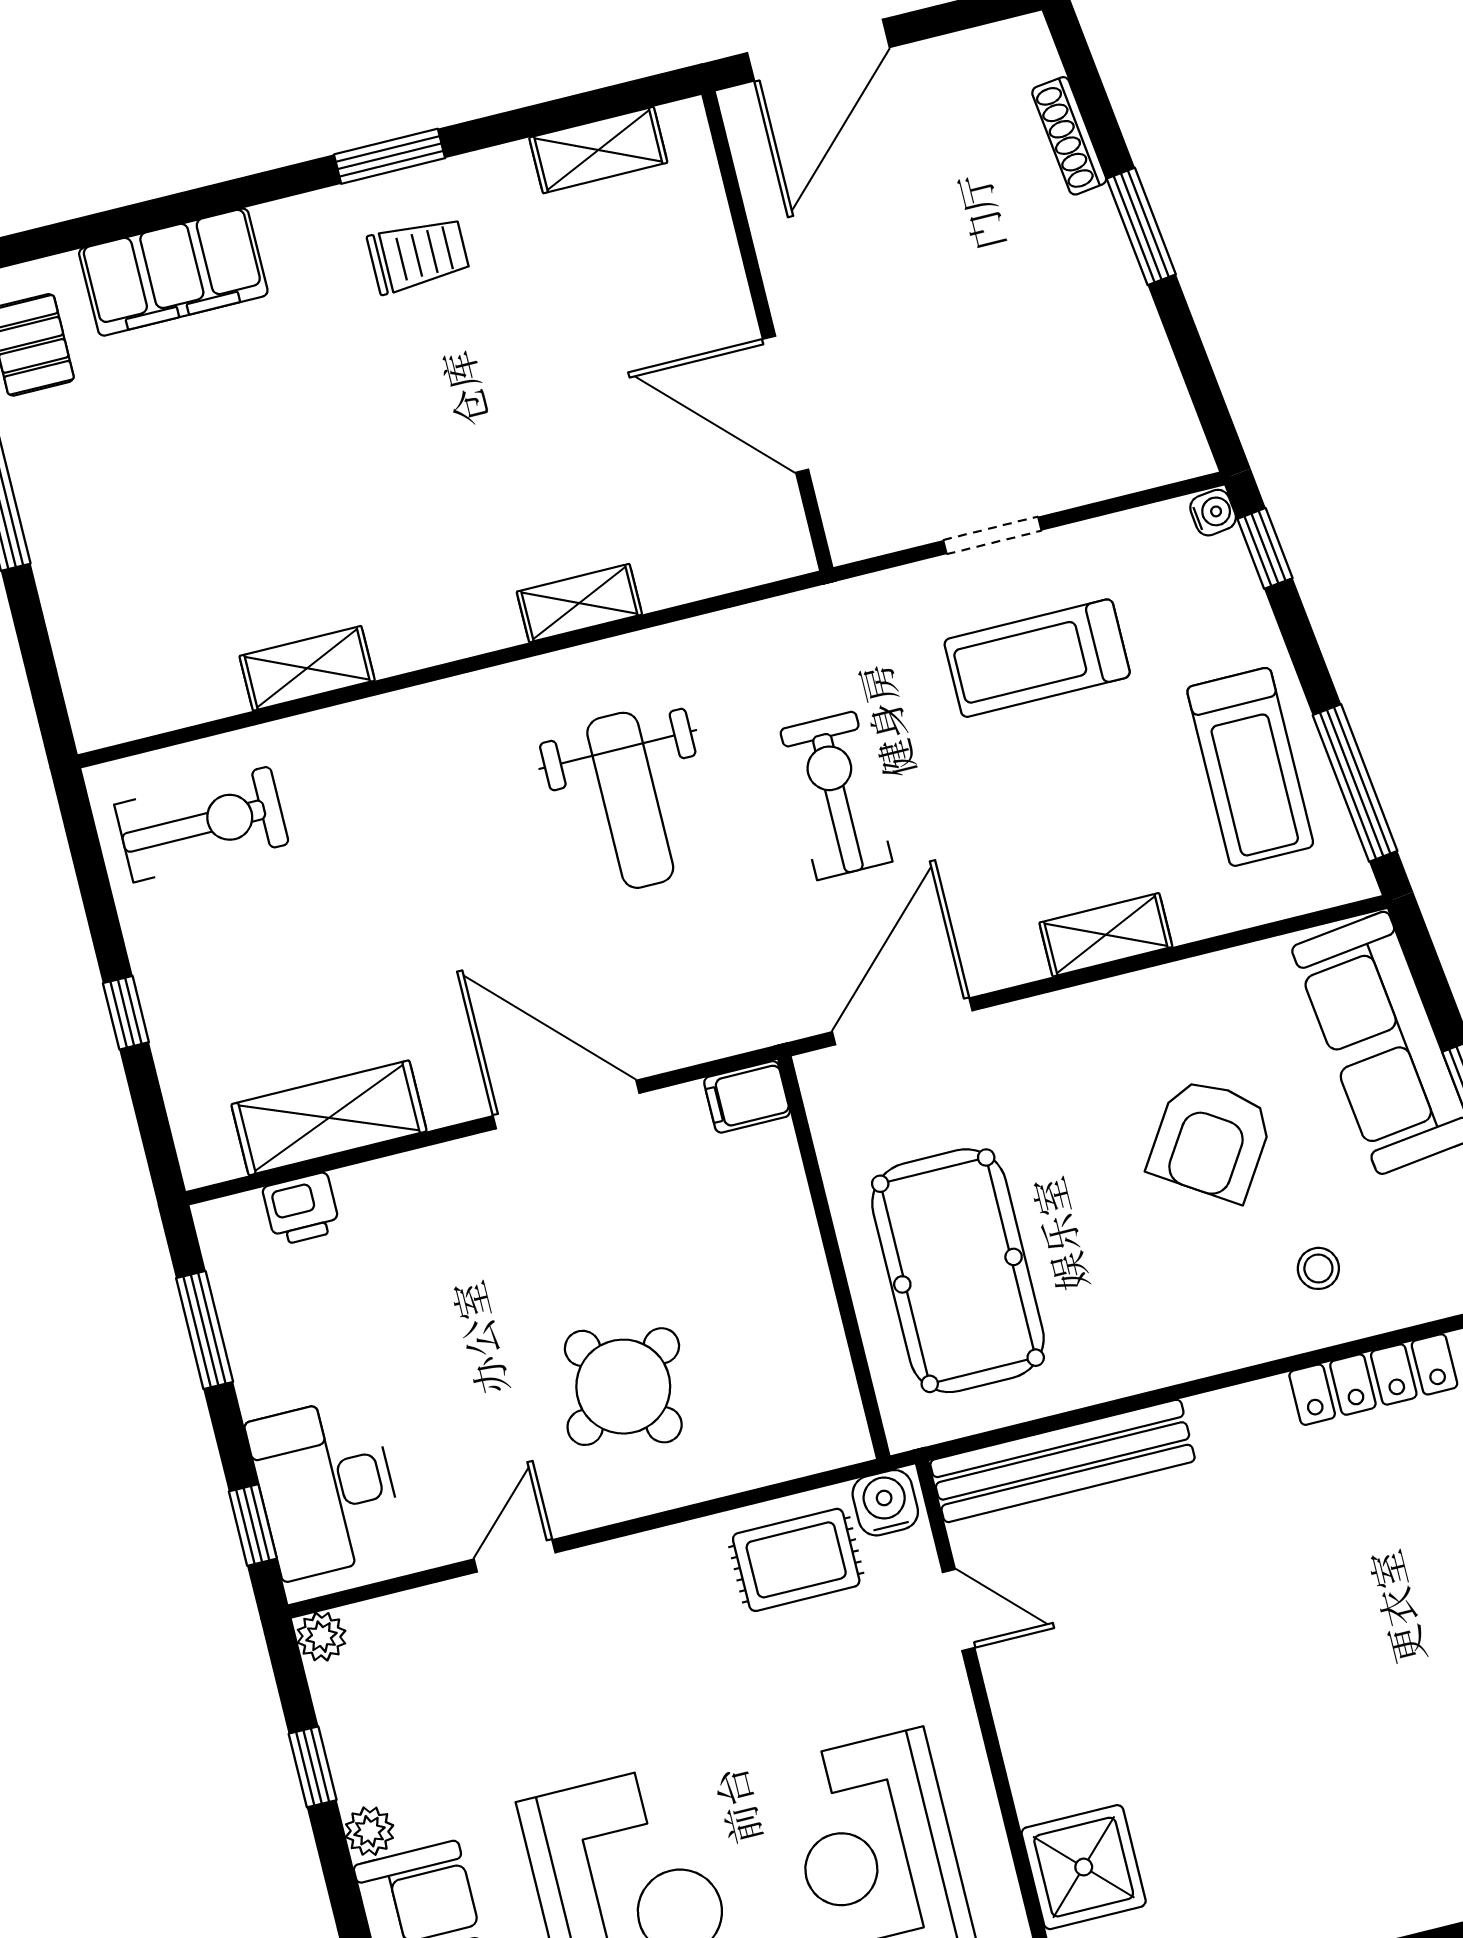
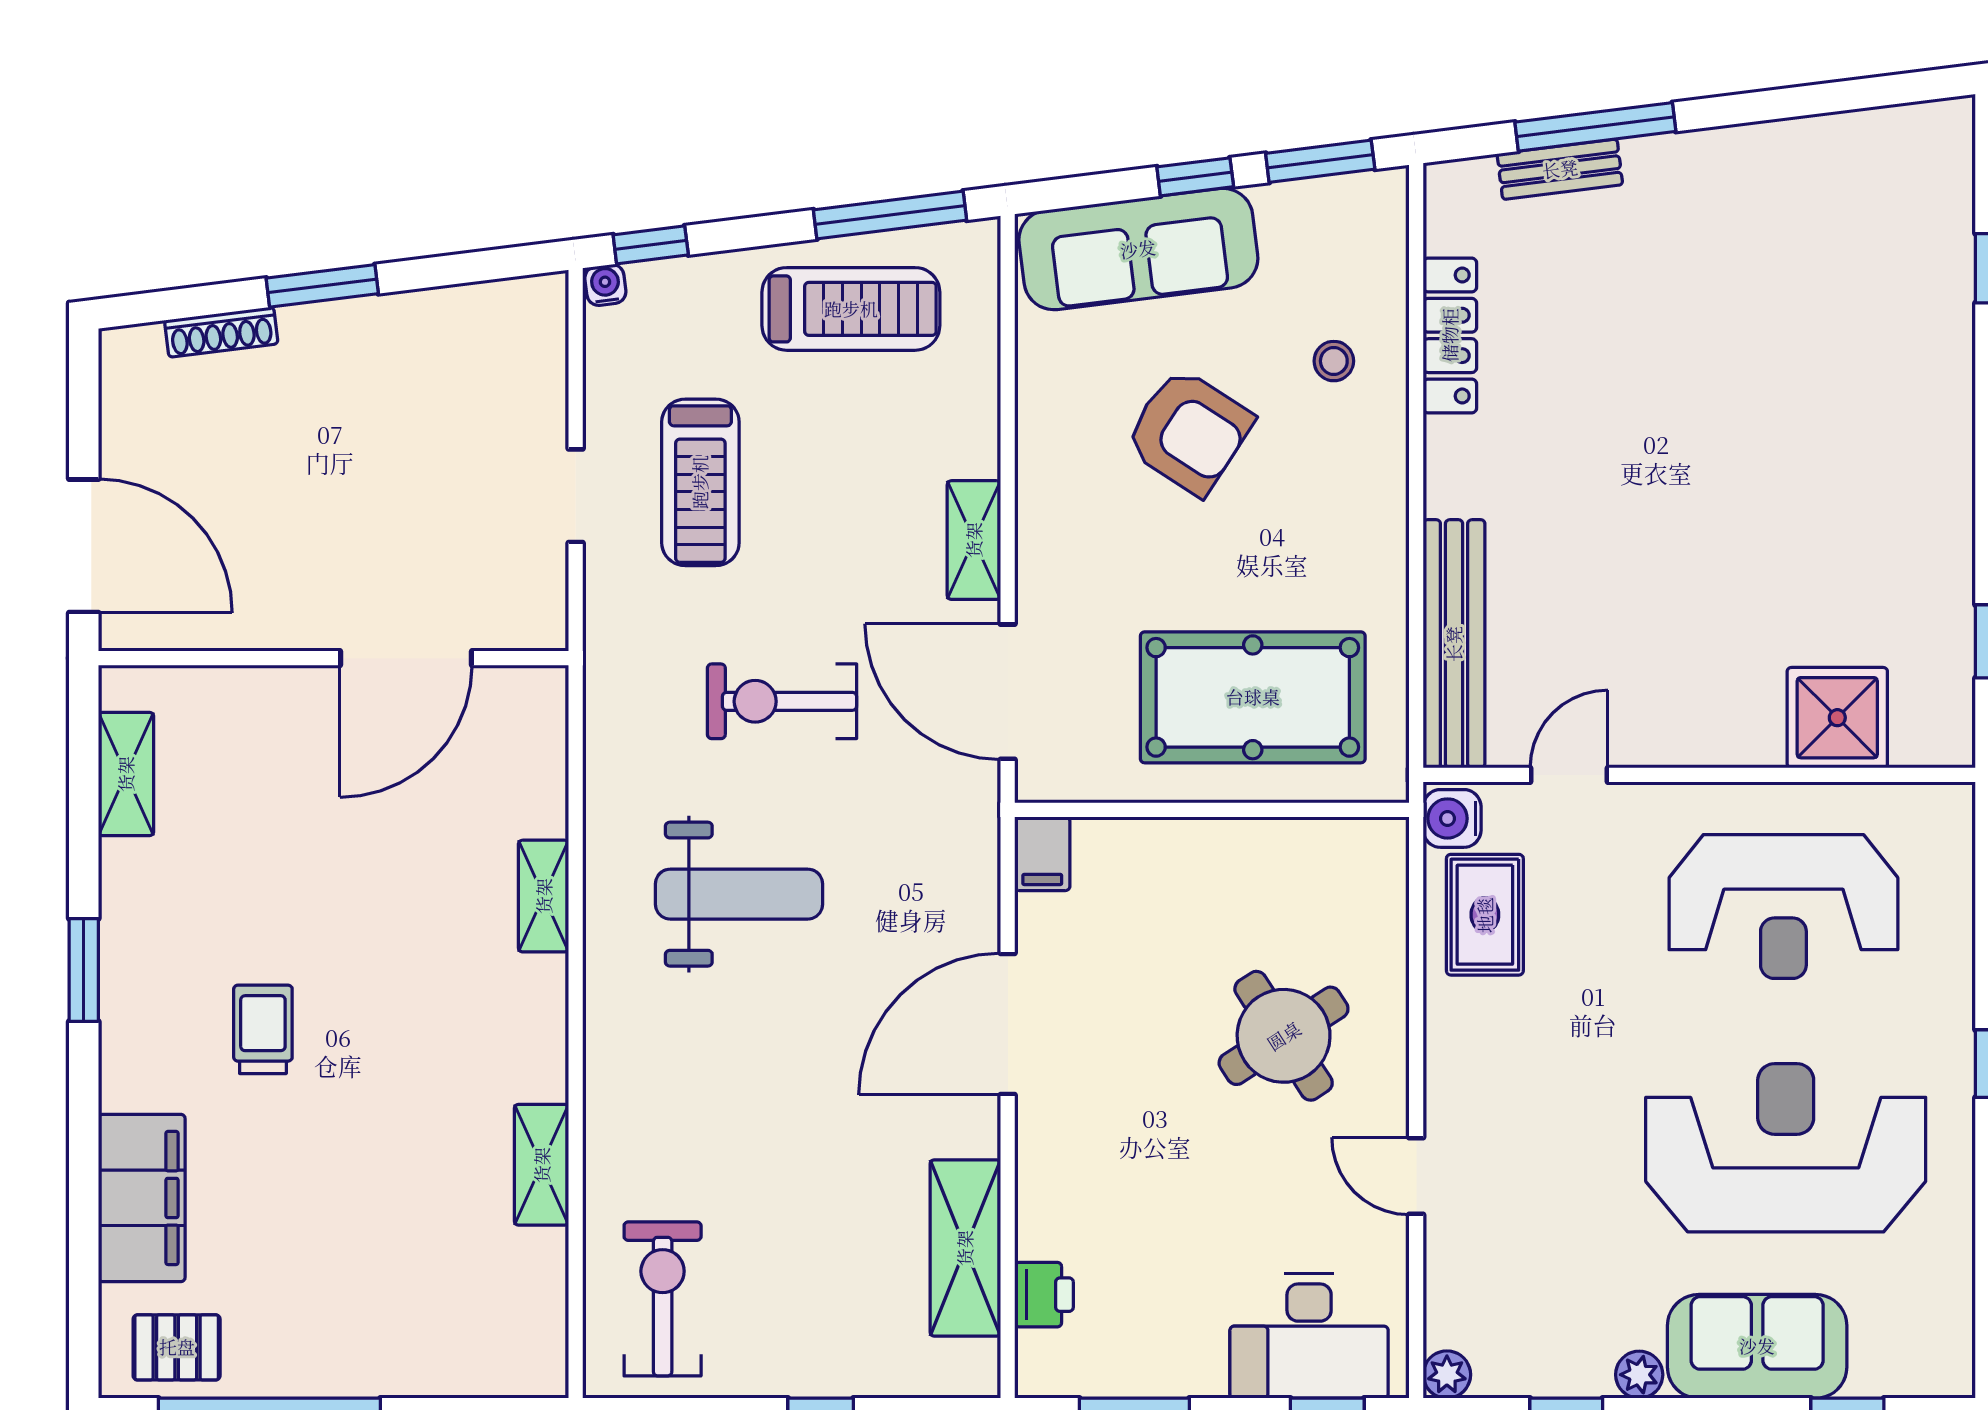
trolley: (418, 255) -> (263, 1029), moved
shelving: (1106, 935) -> (974, 540), moved

